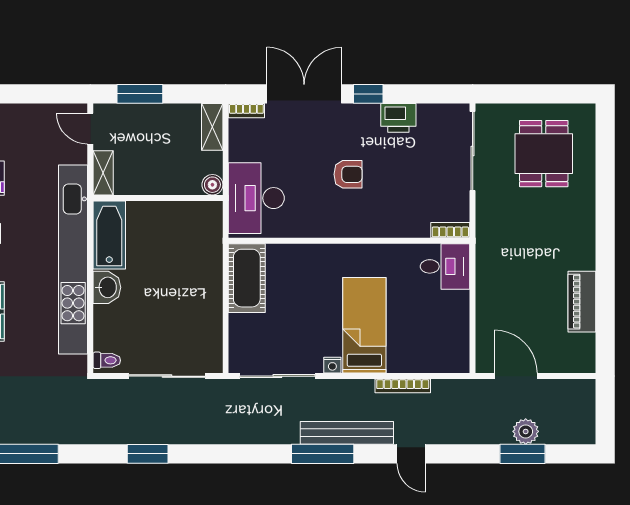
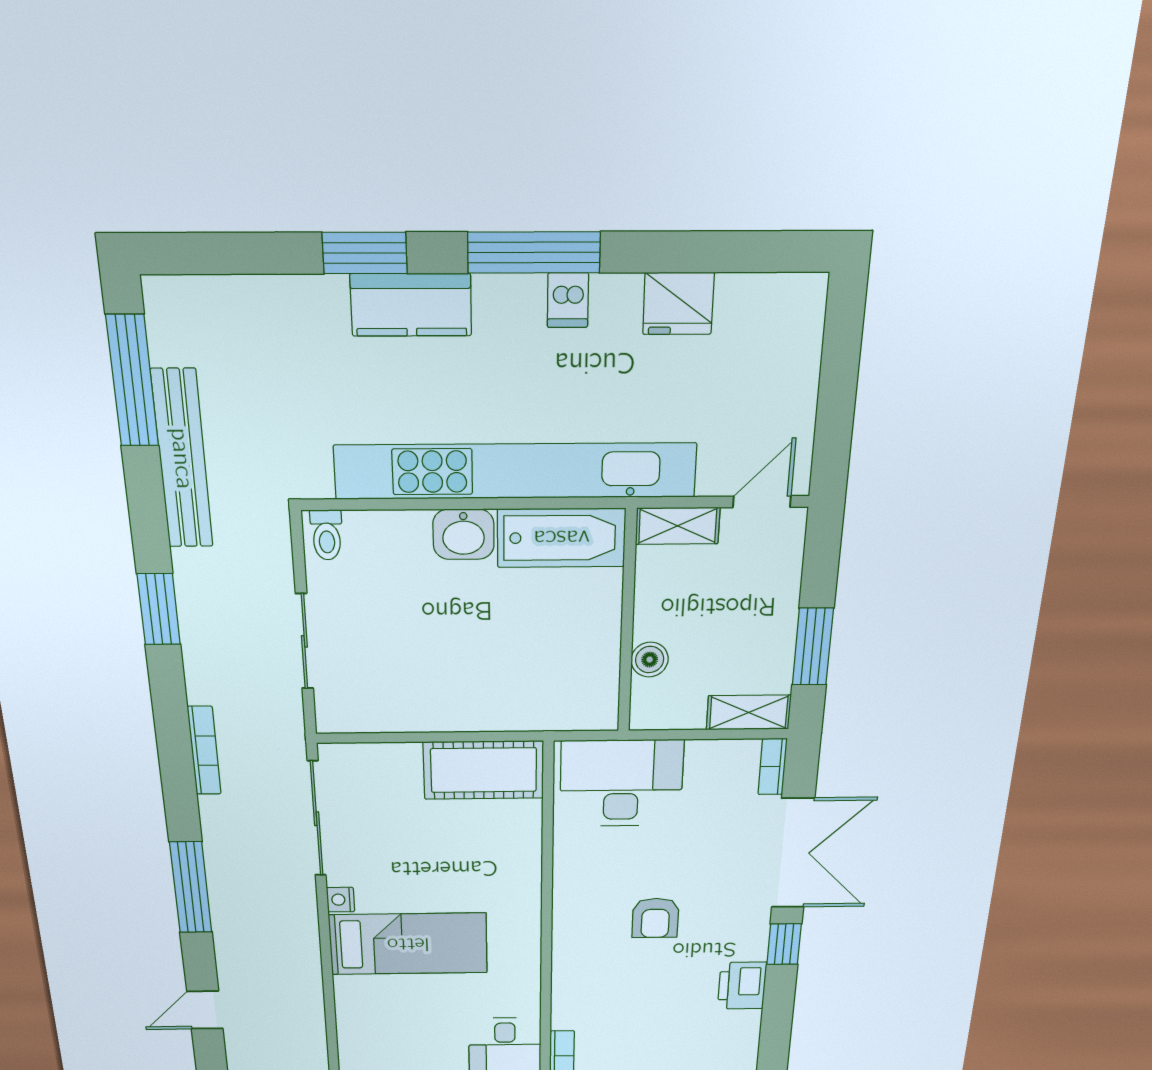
window: (140, 94) -> (813, 647), moved
boiler: (212, 185) -> (650, 660), moved
sliding door: (167, 376) -> (304, 641), width x0.73
bookcase: (403, 386) -> (204, 751), moved, turned 180
bench: (347, 433) -> (182, 459), moved

